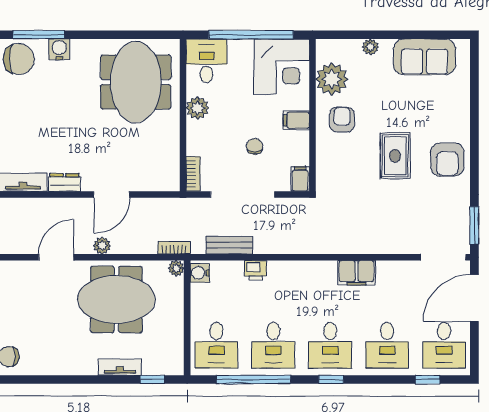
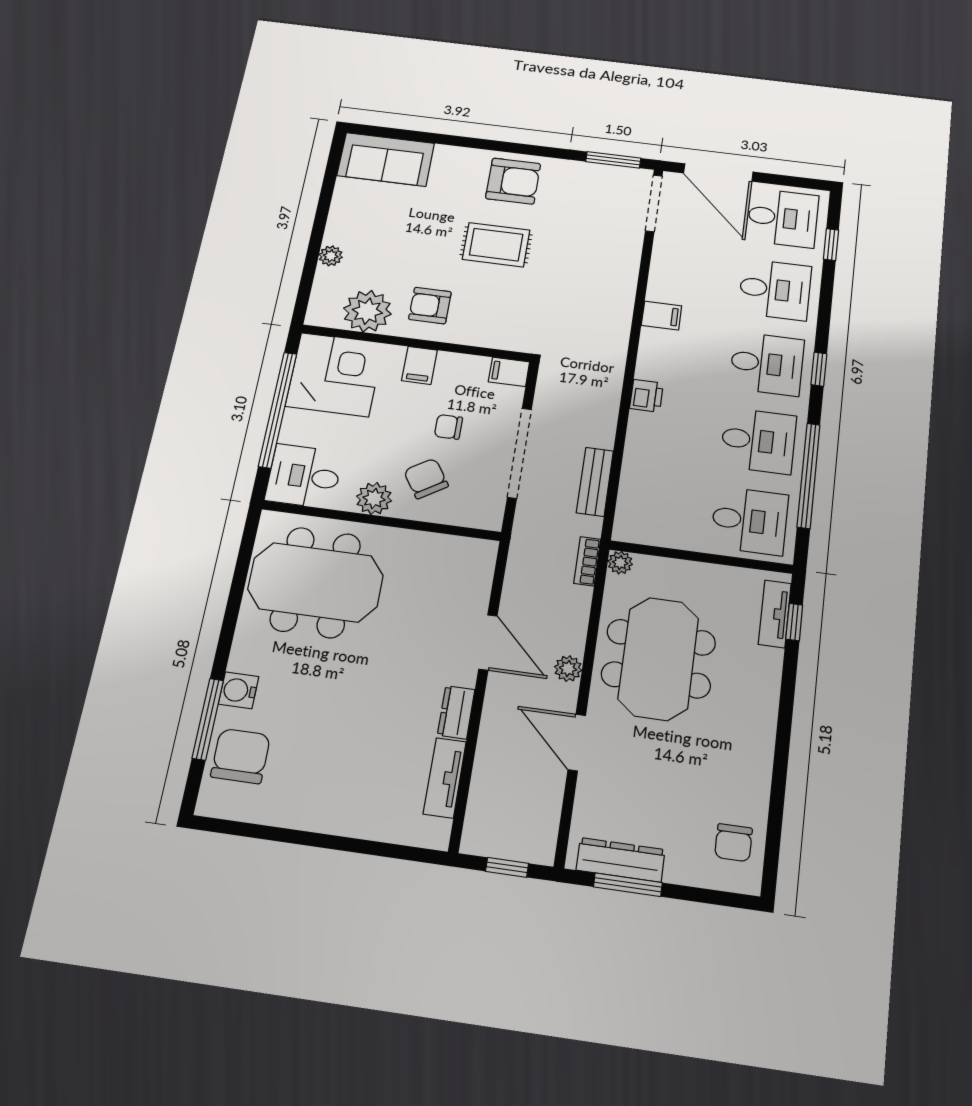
sofa: (425, 57) -> (386, 159), moved, turned 90
chair: (216, 138) -> (426, 478), added
bookcase: (193, 174) -> (476, 518), removed
printer: (255, 270) -> (646, 396), moved
water cooler: (200, 273) -> (632, 530), removed
filing cabinet: (356, 273) -> (661, 316), width x0.50
tv unit: (120, 367) -> (775, 614), moved

